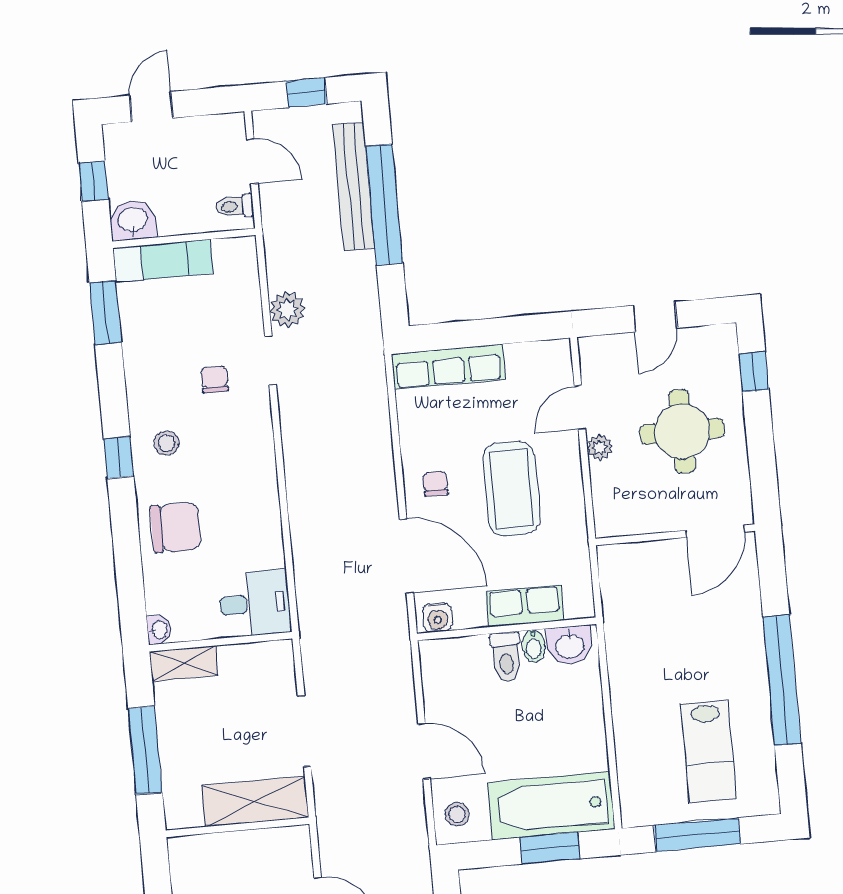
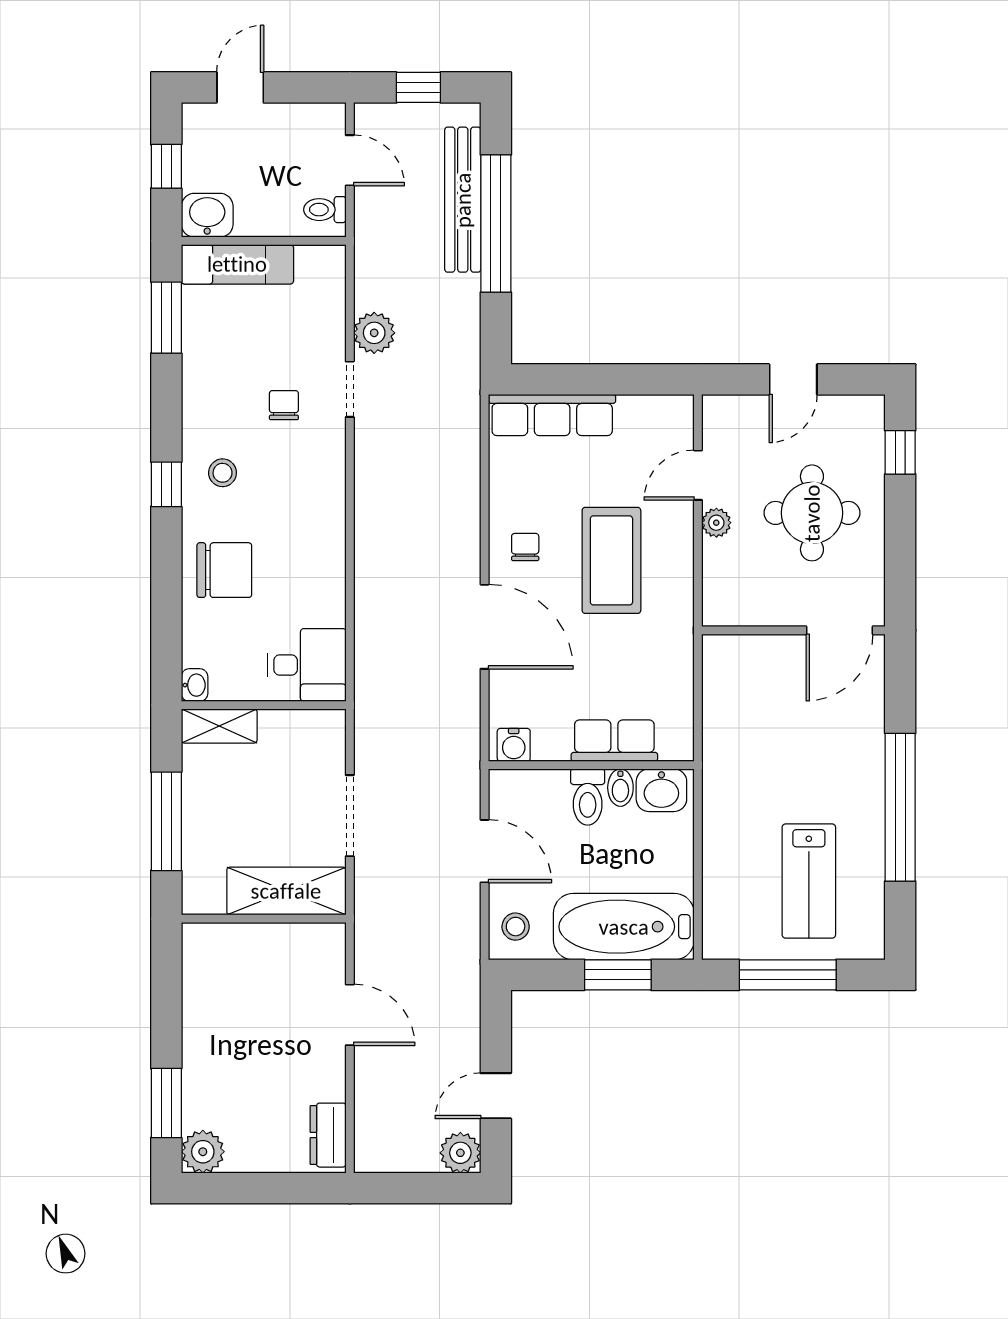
row of seats: (525, 606) -> (614, 741), moved
water cooler: (438, 617) -> (514, 745), moved
wall: (507, 629) -> (591, 765), moved
washbasin: (570, 645) -> (661, 790), moved
bidet: (534, 646) -> (620, 788), moved
toilet: (506, 657) -> (588, 797), moved

